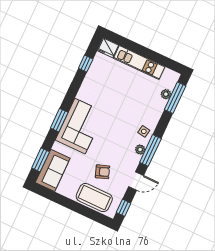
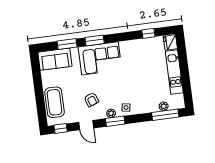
window: (150, 150) -> (115, 121), width x0.69
window: (41, 160) -> (67, 44), moved
armchair: (102, 172) -> (91, 100), moved

